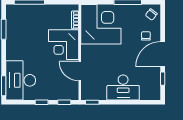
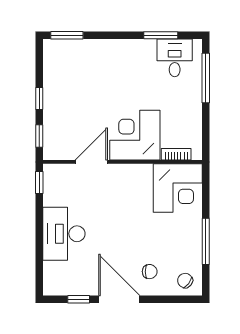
corner desk: (101, 24) -> (178, 188), width x0.74, depth x0.74
desk: (21, 80) -> (175, 58), moved, width x0.53, depth x0.77

